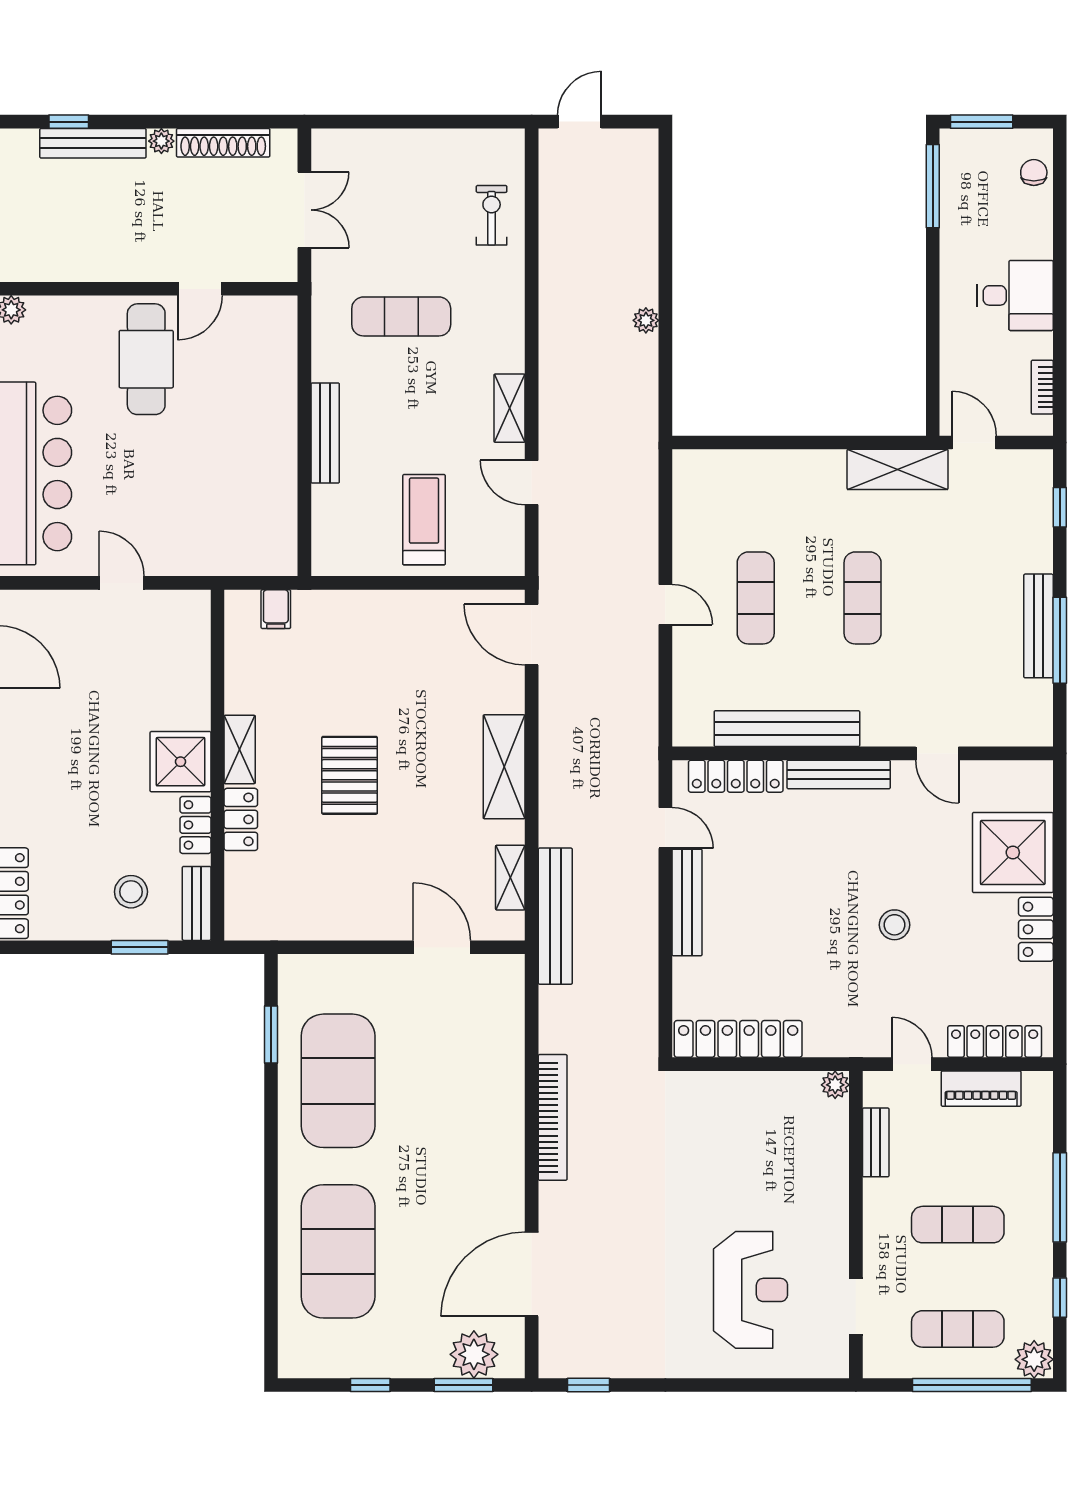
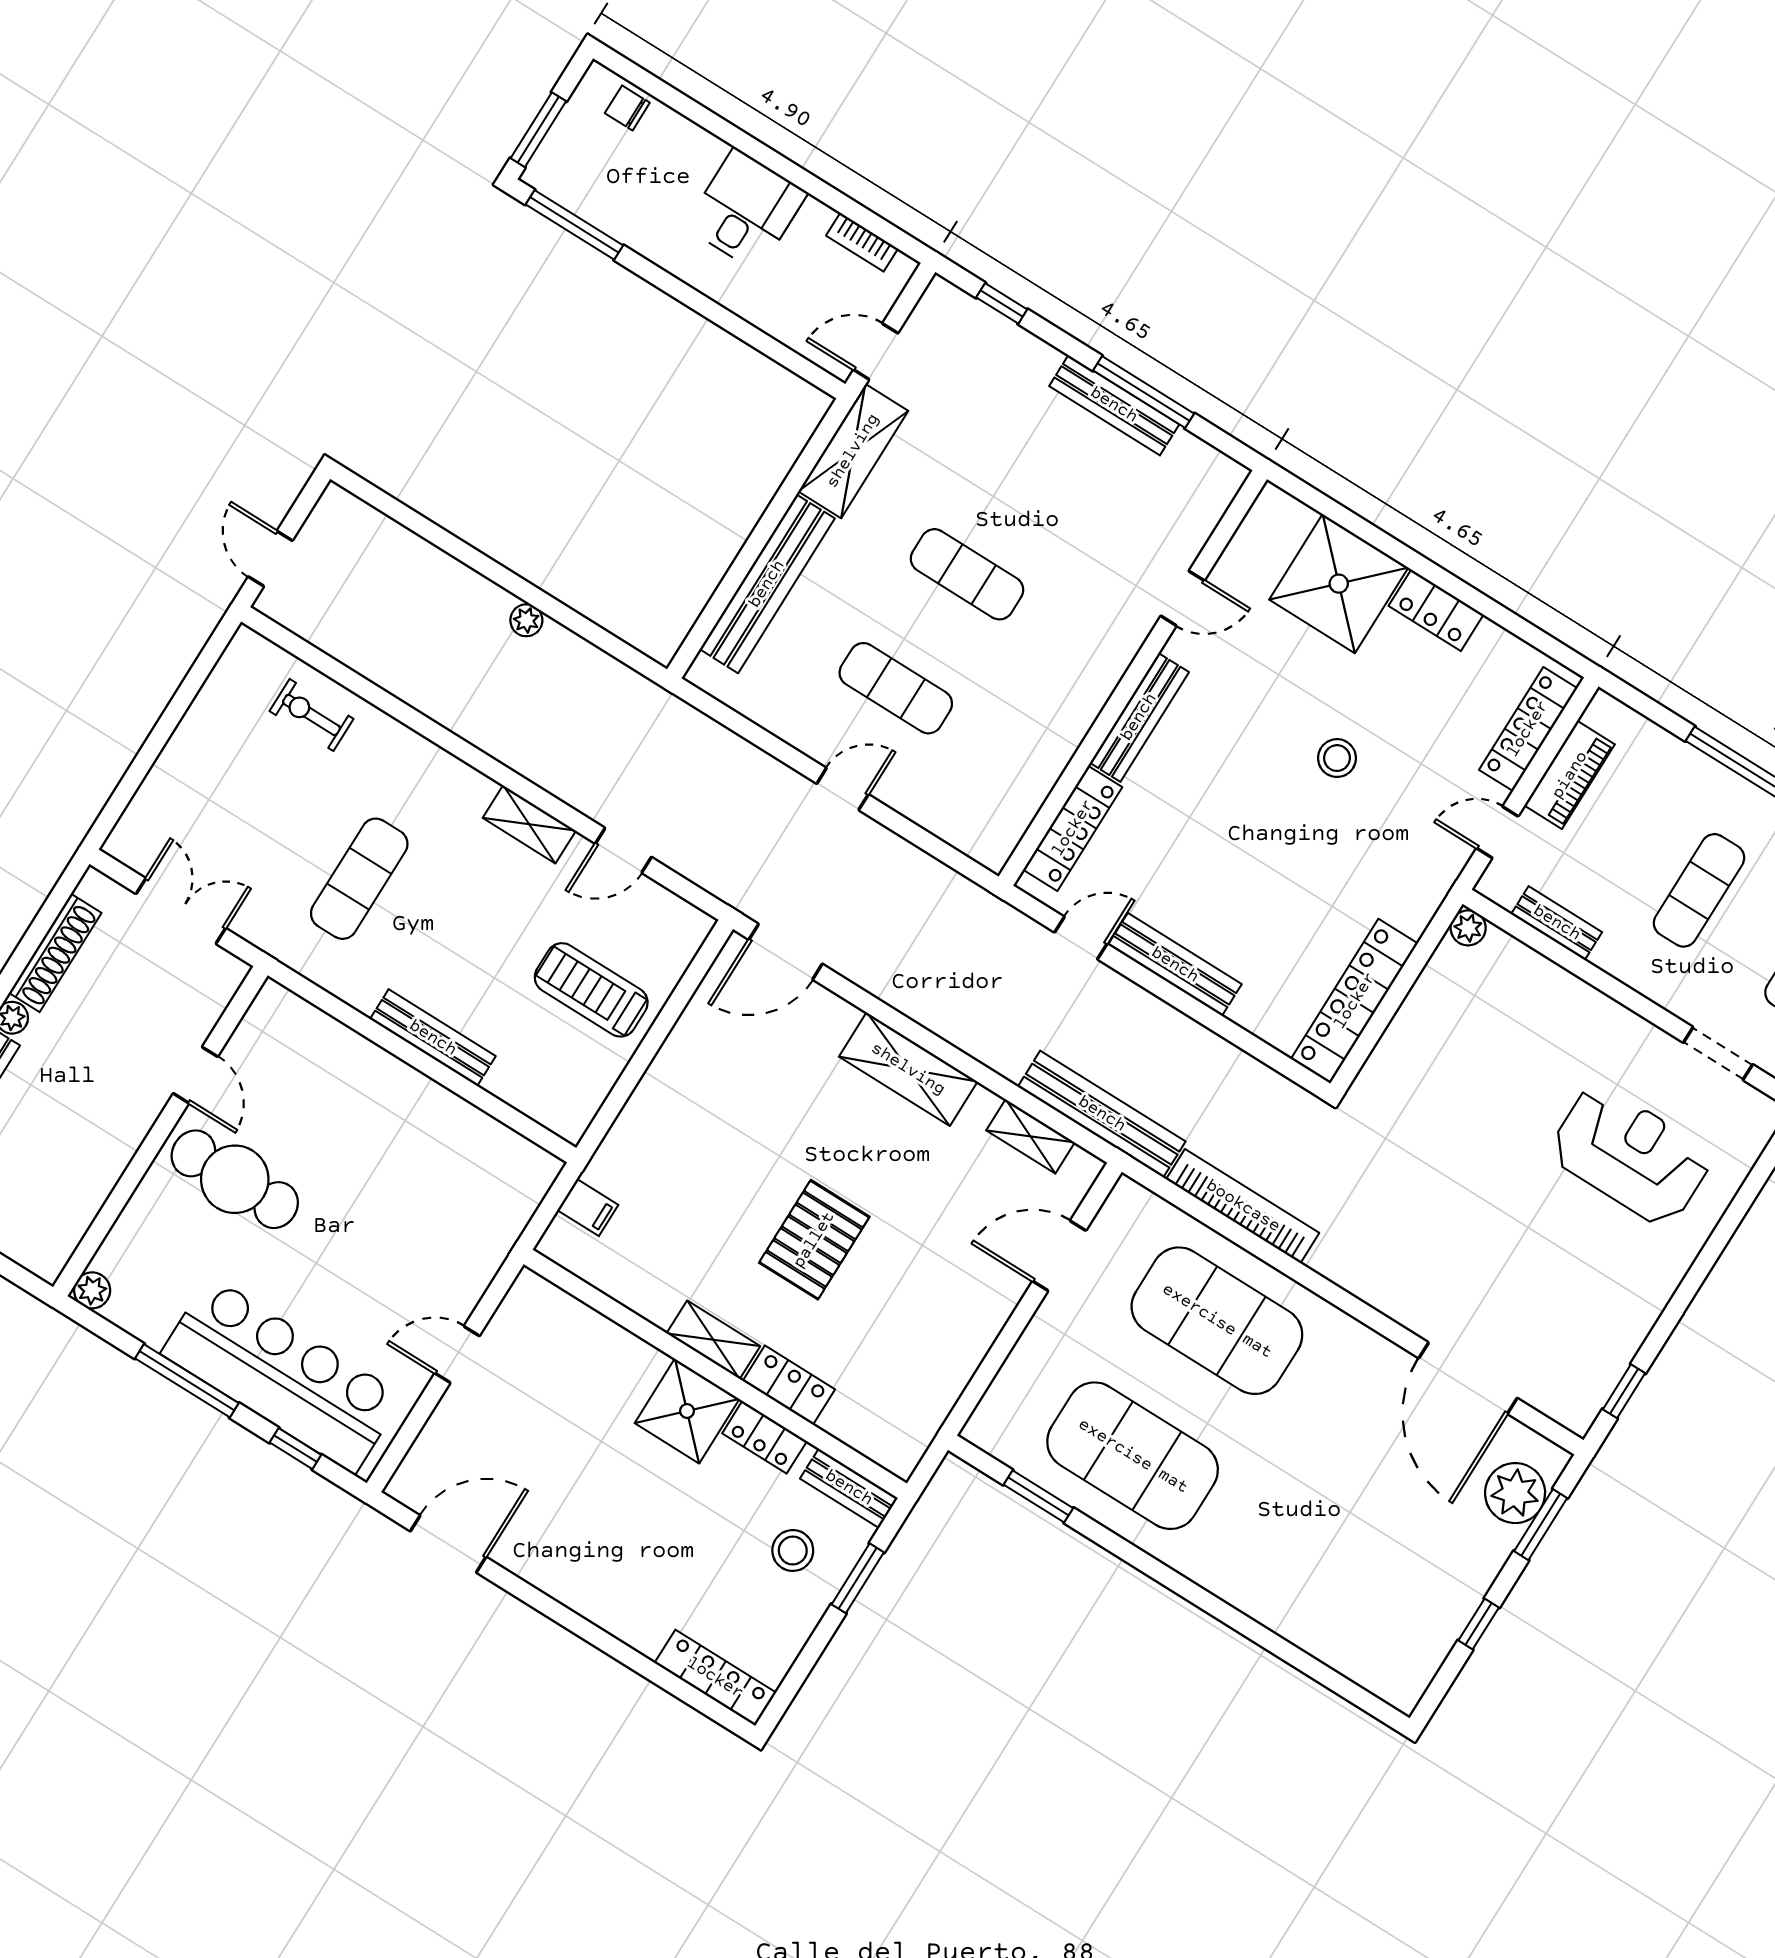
bench: (787, 729) -> (767, 584), moved
pallet: (350, 775) -> (814, 1240), turned 90
bookcase: (553, 1117) -> (1243, 1206), moved
exercise mat: (338, 1251) -> (1217, 1321), moved

